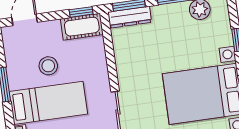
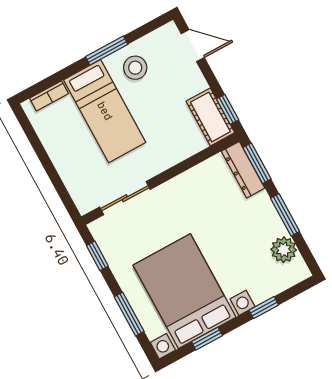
stool: (48, 66) -> (135, 68), moved

